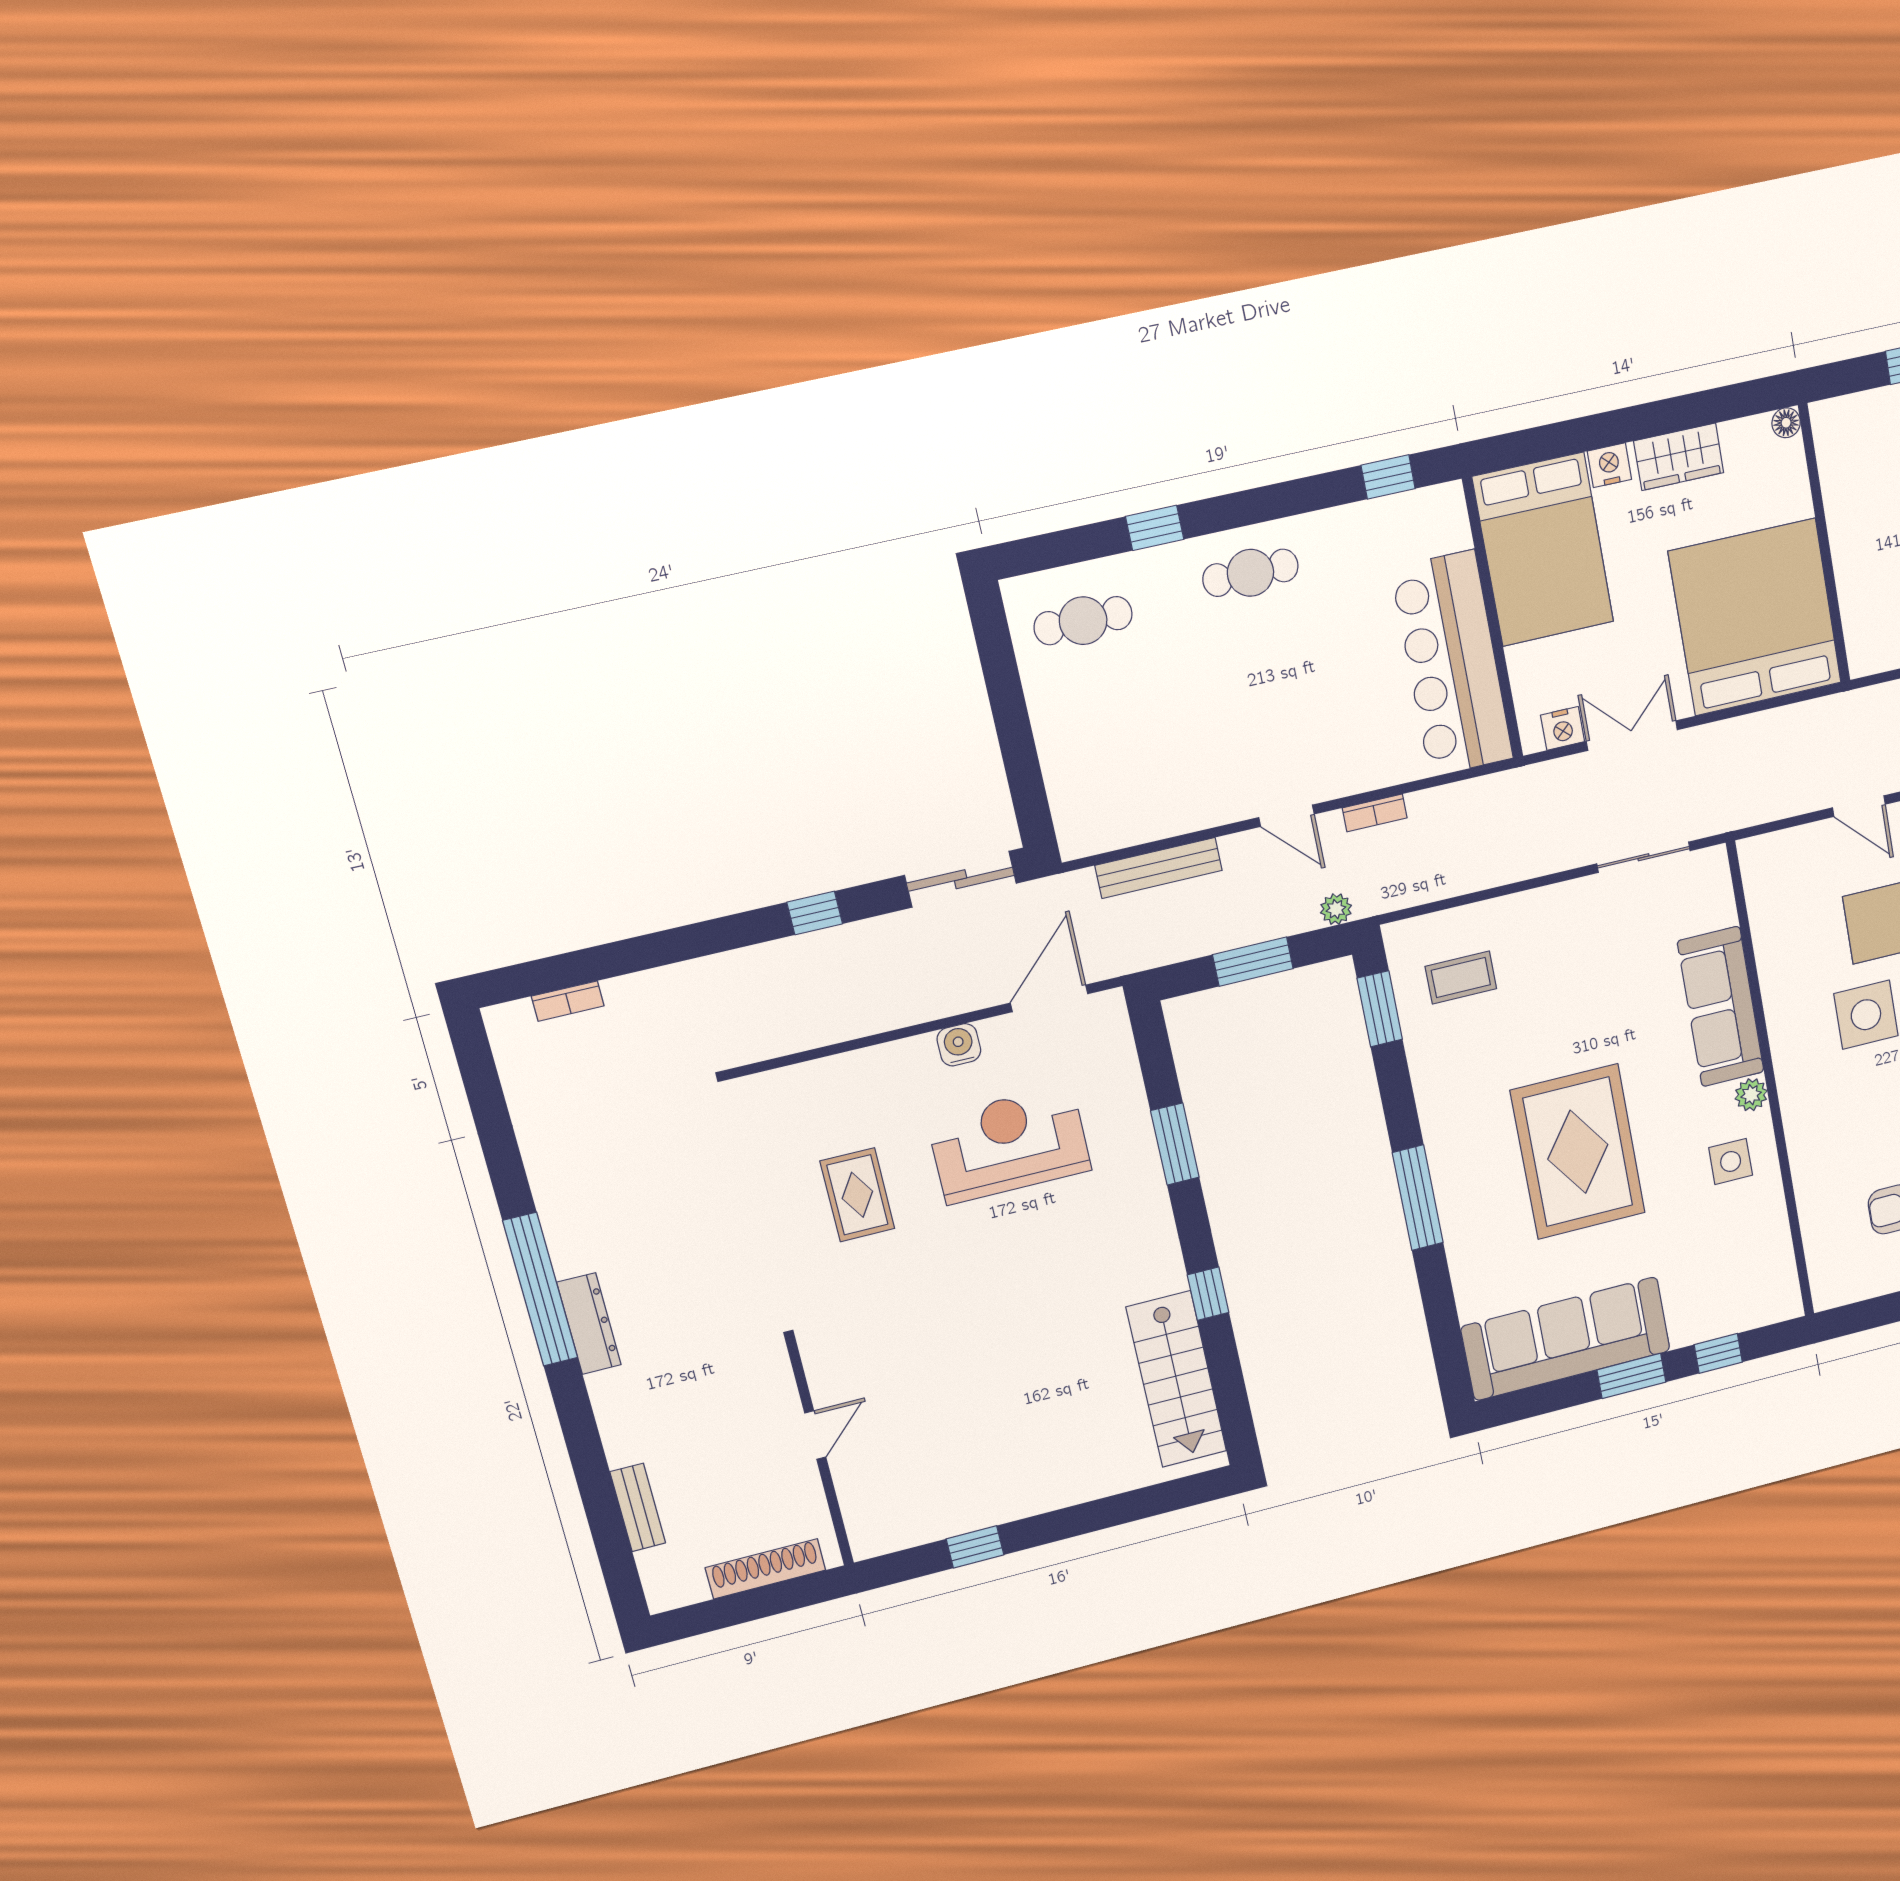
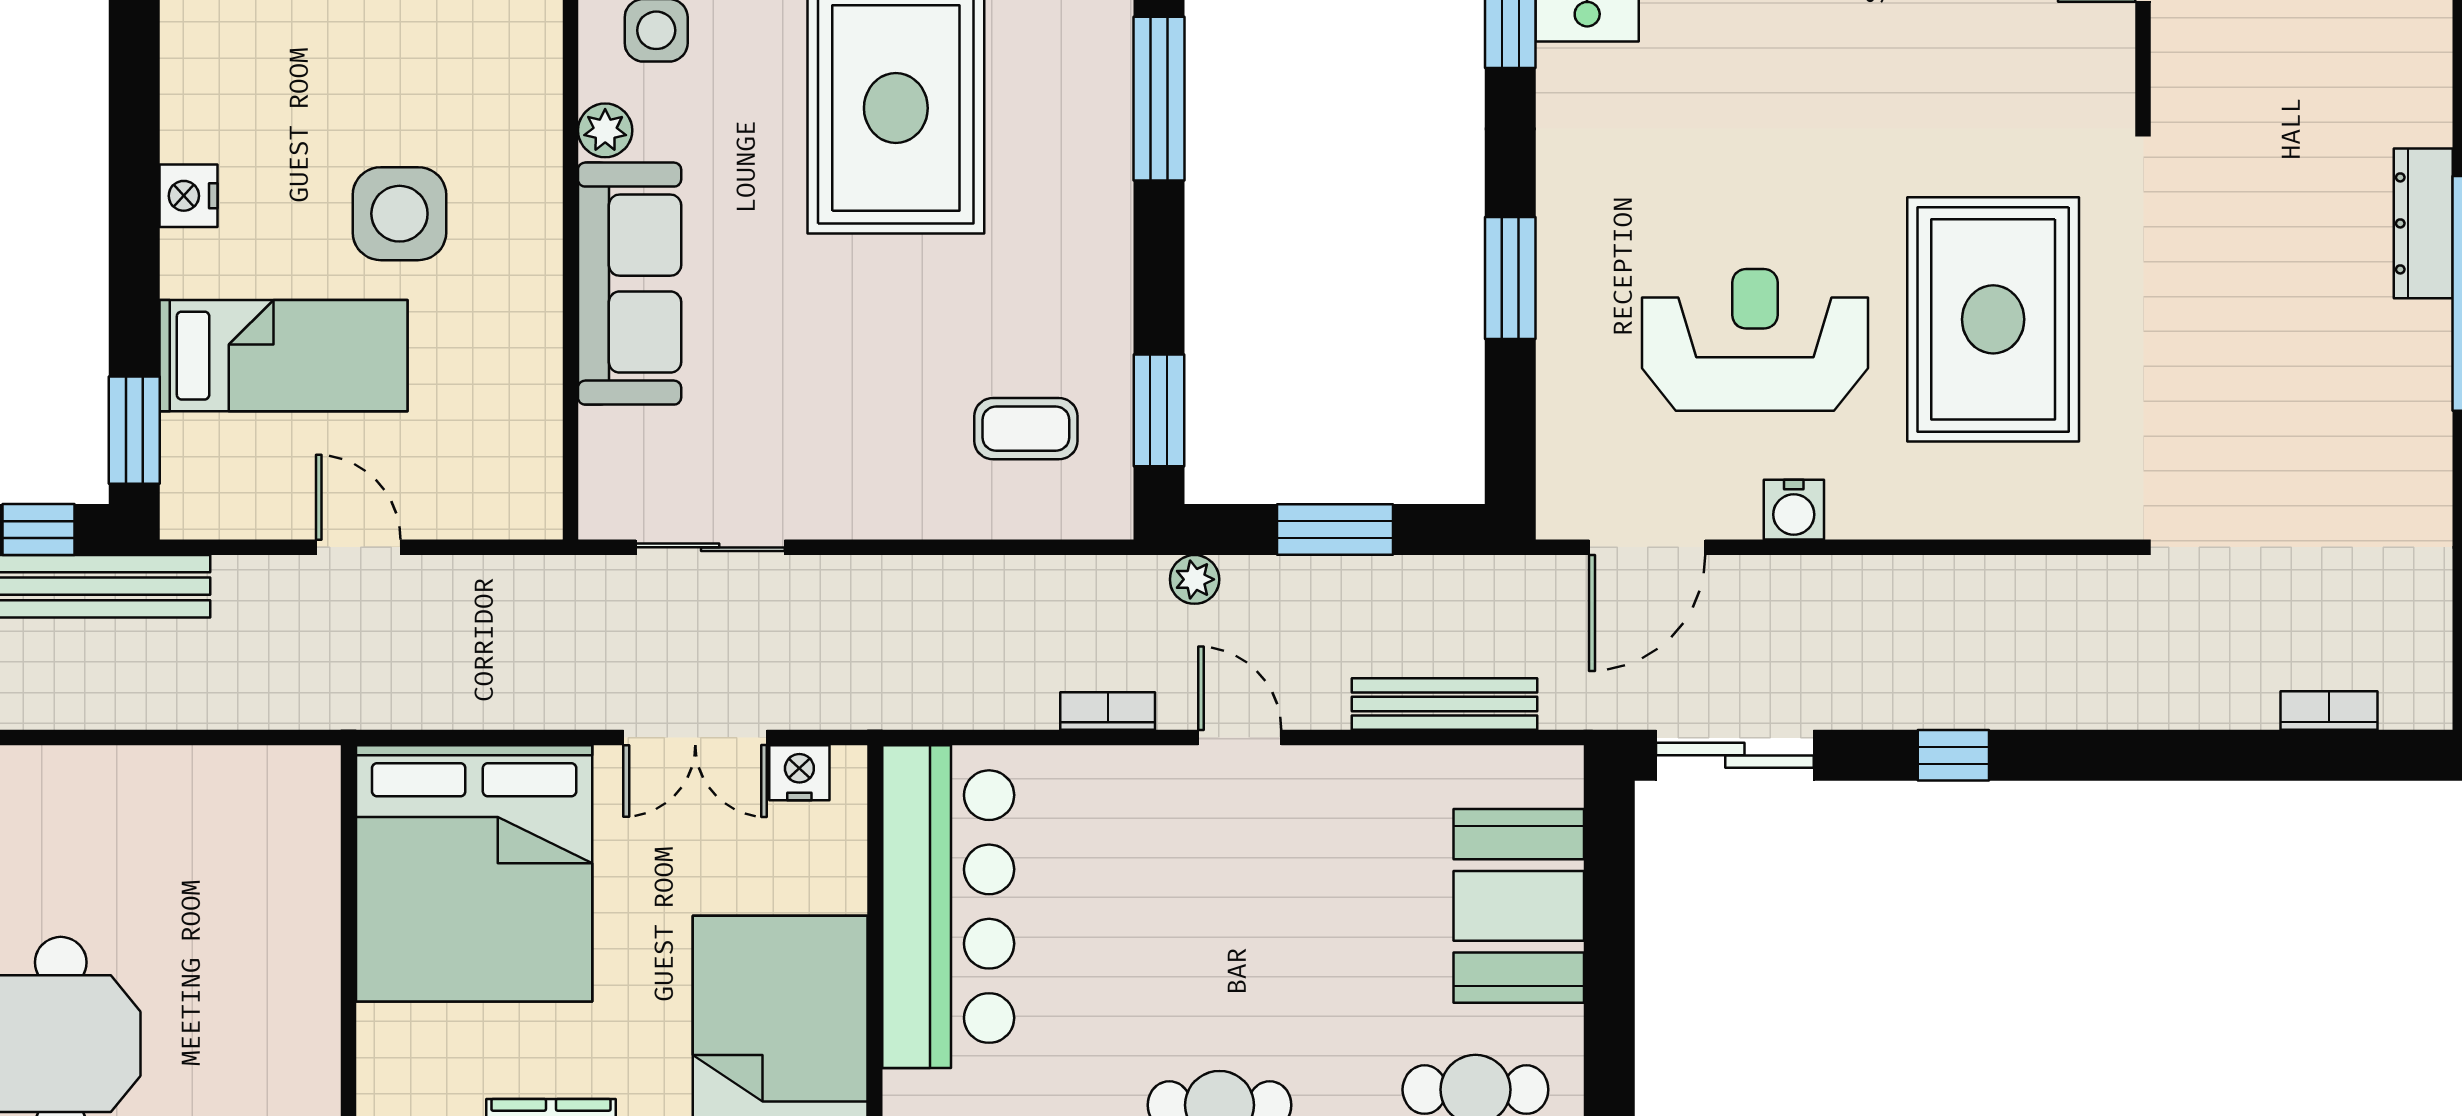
booth: (1081, 749) -> (1519, 906), added
reception desk: (1009, 1144) -> (1755, 340), turned 180
rug: (857, 1195) -> (1993, 319), width x1.86, depth x2.06

